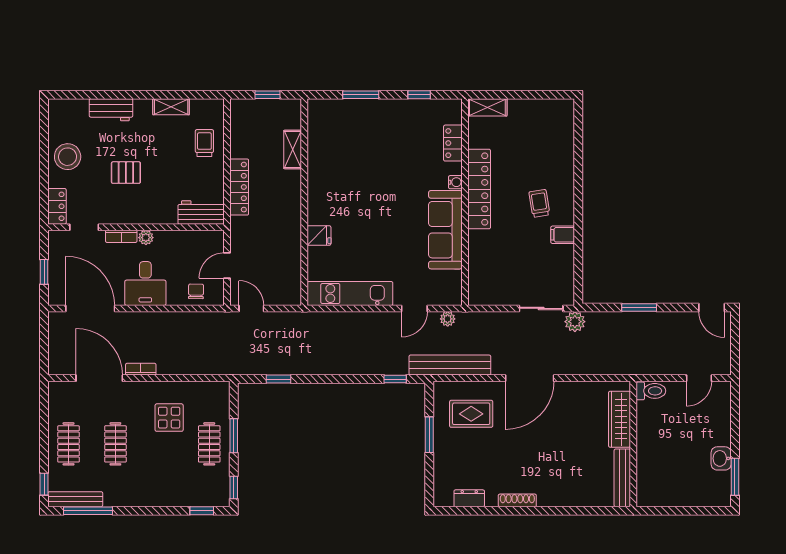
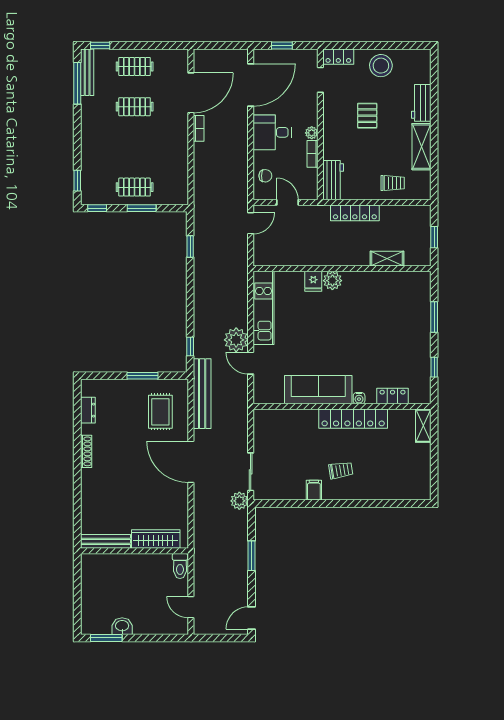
shelving: (171, 107) -> (421, 147), width x1.50, depth x1.33
plant: (318, 213) -> (332, 281), added
bookcase: (121, 236) -> (313, 154), moved
plant: (448, 319) -> (236, 340), moved, width x1.87, depth x1.87
display table: (169, 418) -> (157, 153), removed

